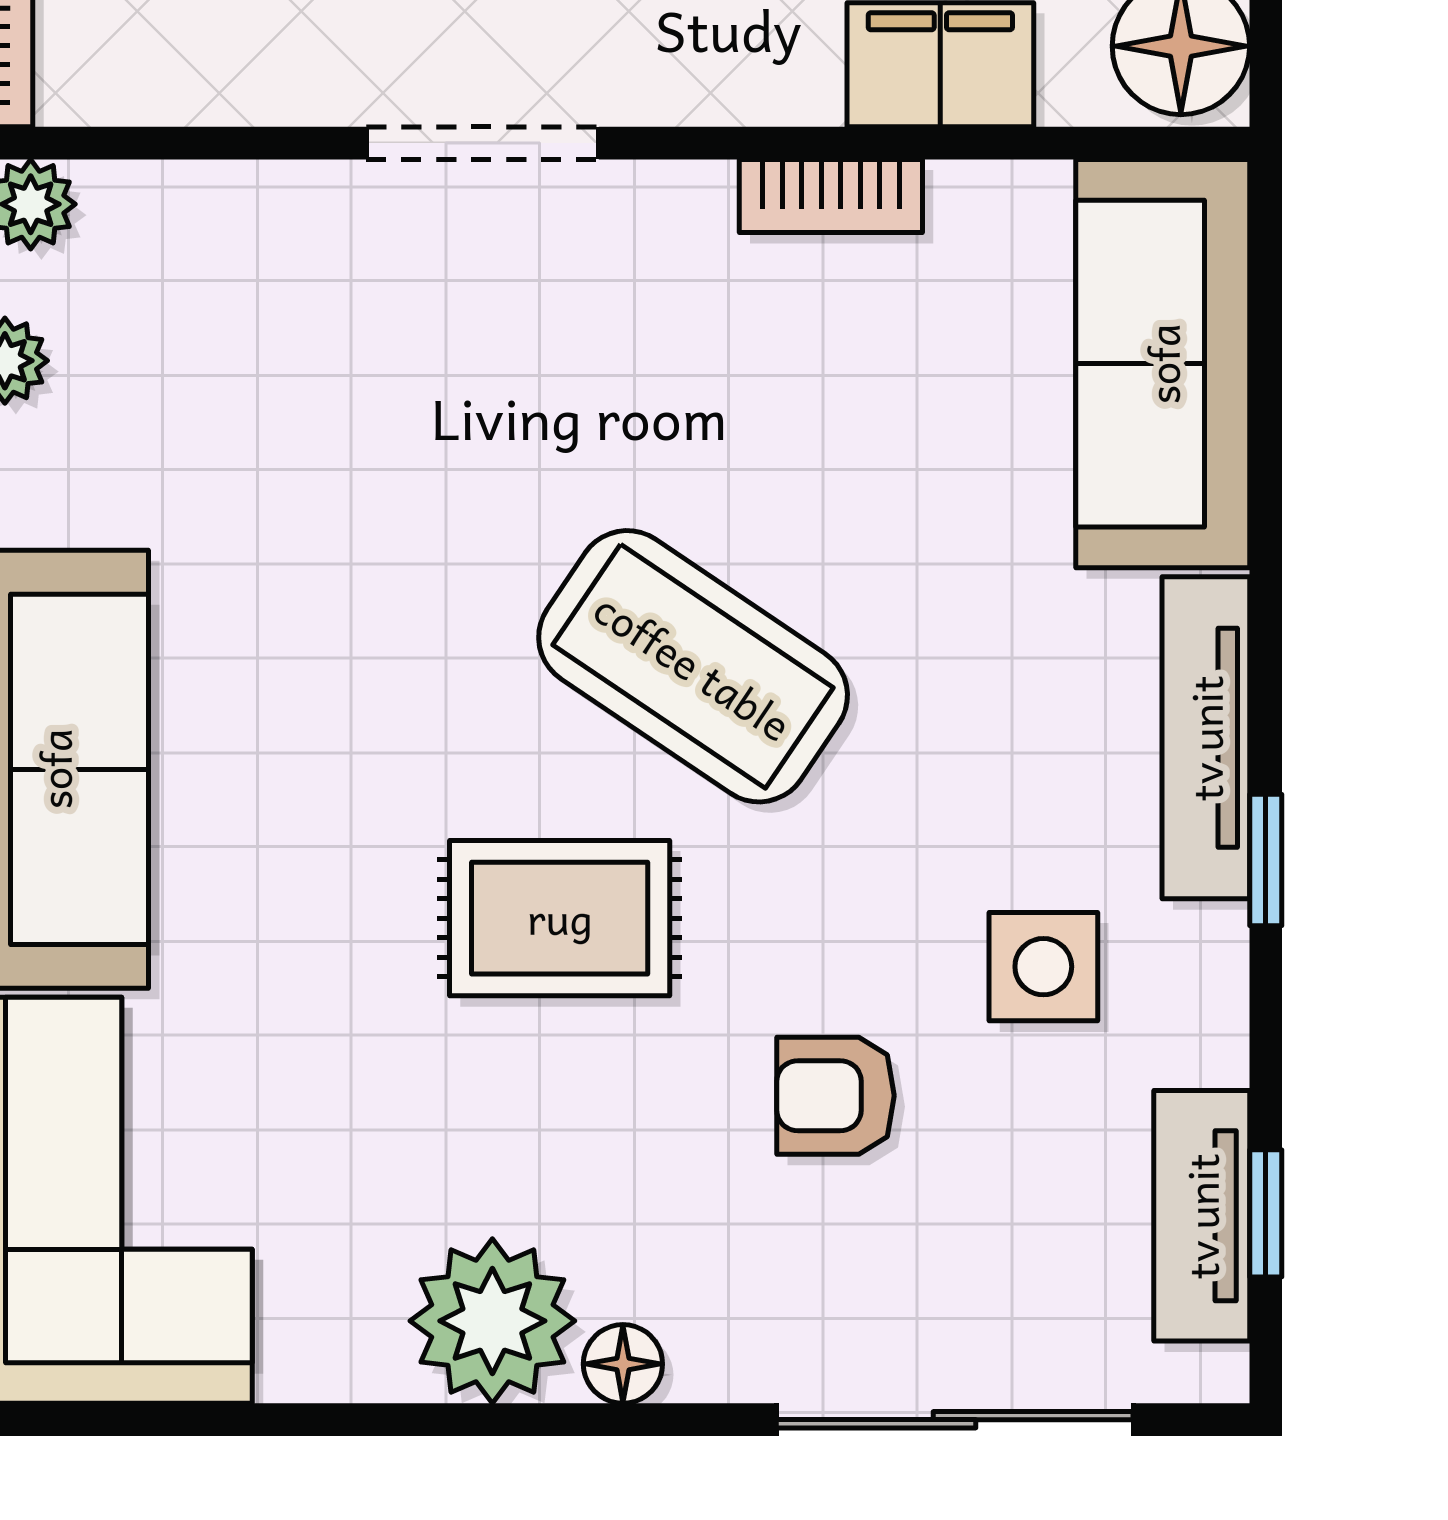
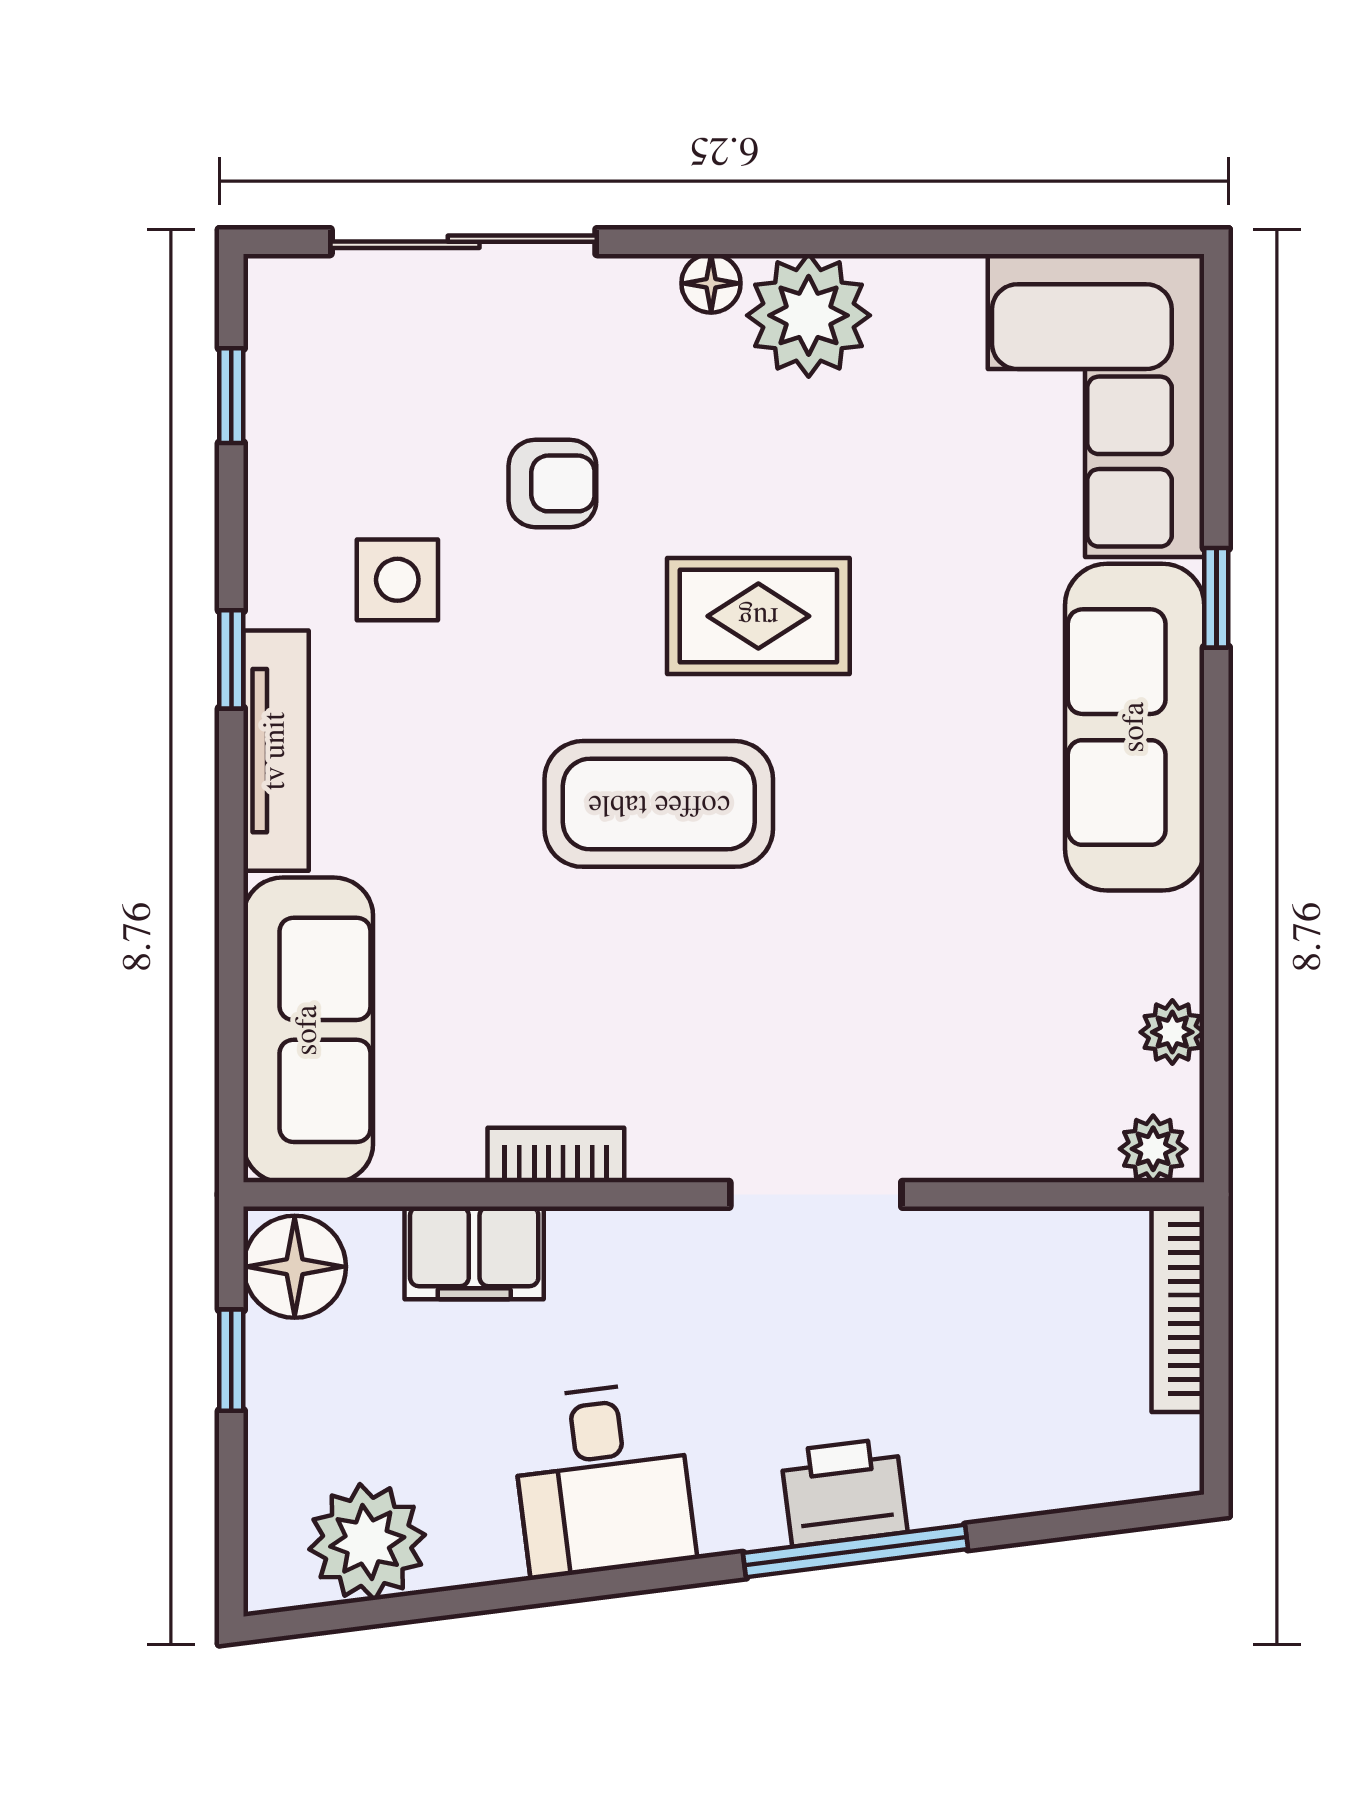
coffee table: (693, 666) -> (659, 804), turned -34
tv unit: (1202, 1216) -> (279, 394), removed

